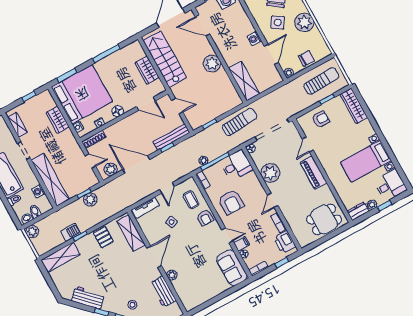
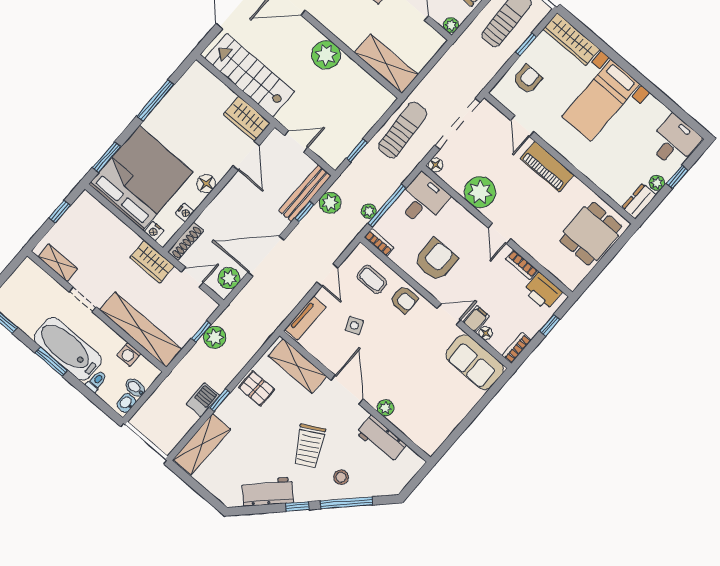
wardrobe: (147, 70) -> (247, 119), moved
door: (146, 104) -> (246, 156), hinge flipped
wardrobe: (58, 120) -> (152, 262), moved
bed with nightstands: (366, 161) -> (601, 100), moved
armchair: (231, 202) -> (436, 260), turned -90
plant: (32, 232) -> (330, 203), moved
trolley: (121, 281) -> (309, 446), added

